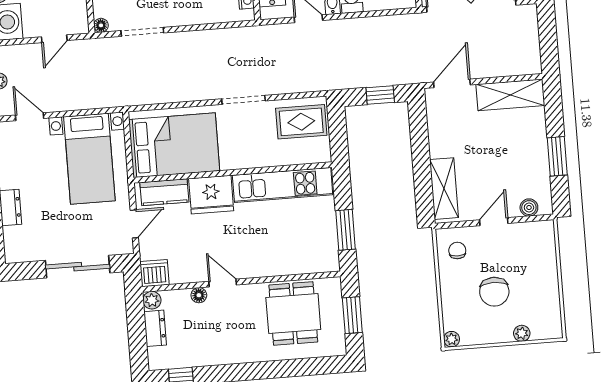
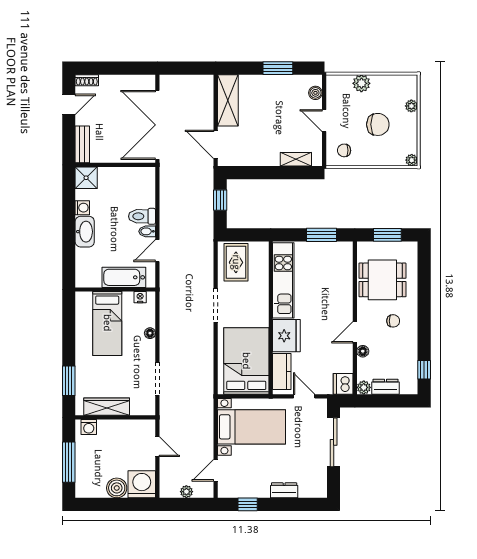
floor lamp: (101, 25) -> (150, 333), moved
shelving: (444, 189) -> (296, 159), width x0.67, depth x0.75
plant: (546, 266) -> (361, 83), added
chair: (241, 332) -> (393, 321), added

